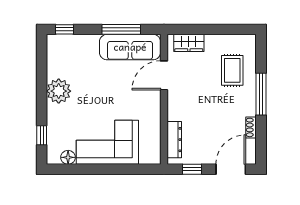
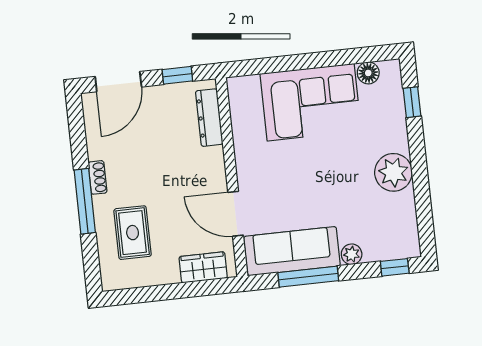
plant: (92, 41) -> (352, 254), added
door: (164, 75) -> (236, 214), swing flipped
shoe rack: (251, 127) -> (97, 177), moved

